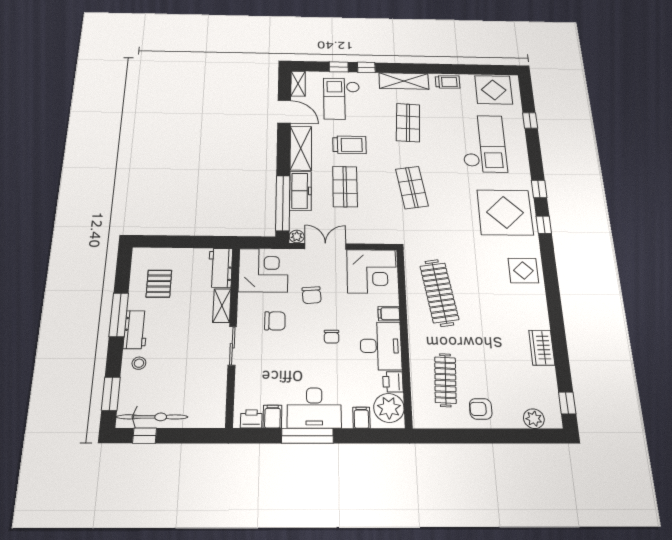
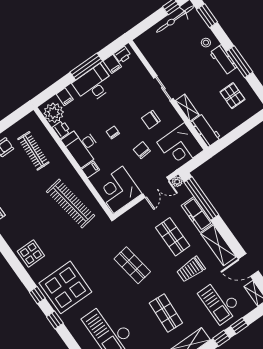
checkout: (342, 99) -> (220, 301), turned 180

